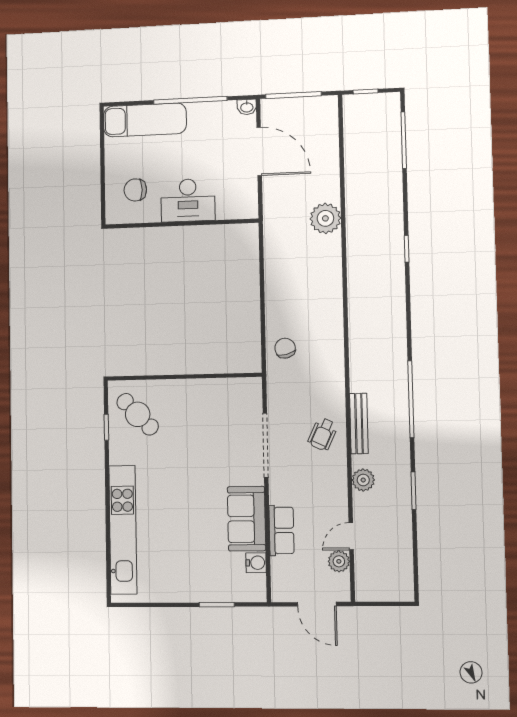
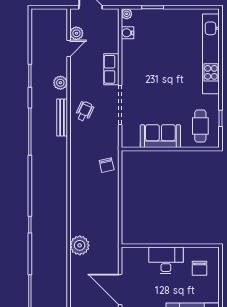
chair: (135, 190) -> (200, 268), turned 90
cafe table: (138, 414) -> (200, 126), turned 44
sofa: (247, 519) -> (160, 136), moved, turned -90
row of seats: (281, 530) -> (111, 69), moved
plant: (258, 594) -> (127, 14), added

